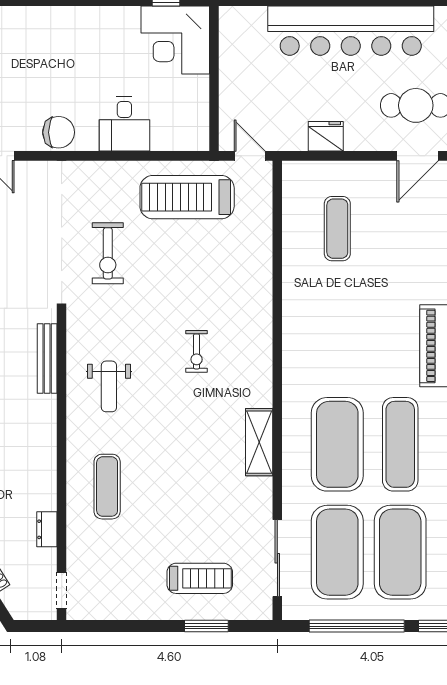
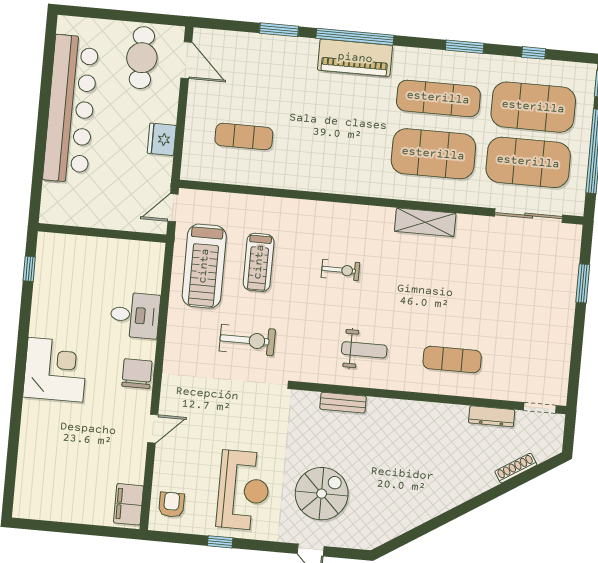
corner desk: (175, 40) -> (55, 370), moved, turned -90
bench: (47, 359) -> (343, 403), width x0.73
dresser: (47, 529) -> (492, 416), width x1.44
treadmill: (200, 578) -> (259, 262), moved, turned 180

